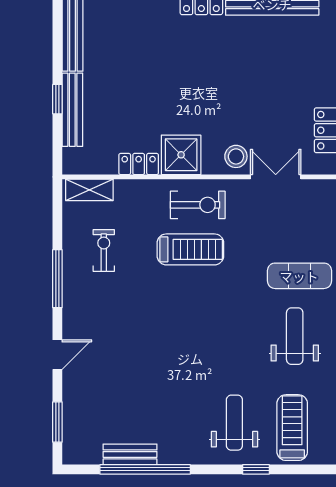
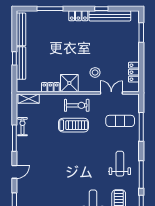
stool: (236, 156) -> (95, 72), moved
exercise bike: (104, 251) -> (22, 127), moved
exercise mat: (299, 276) -> (120, 121), moved

